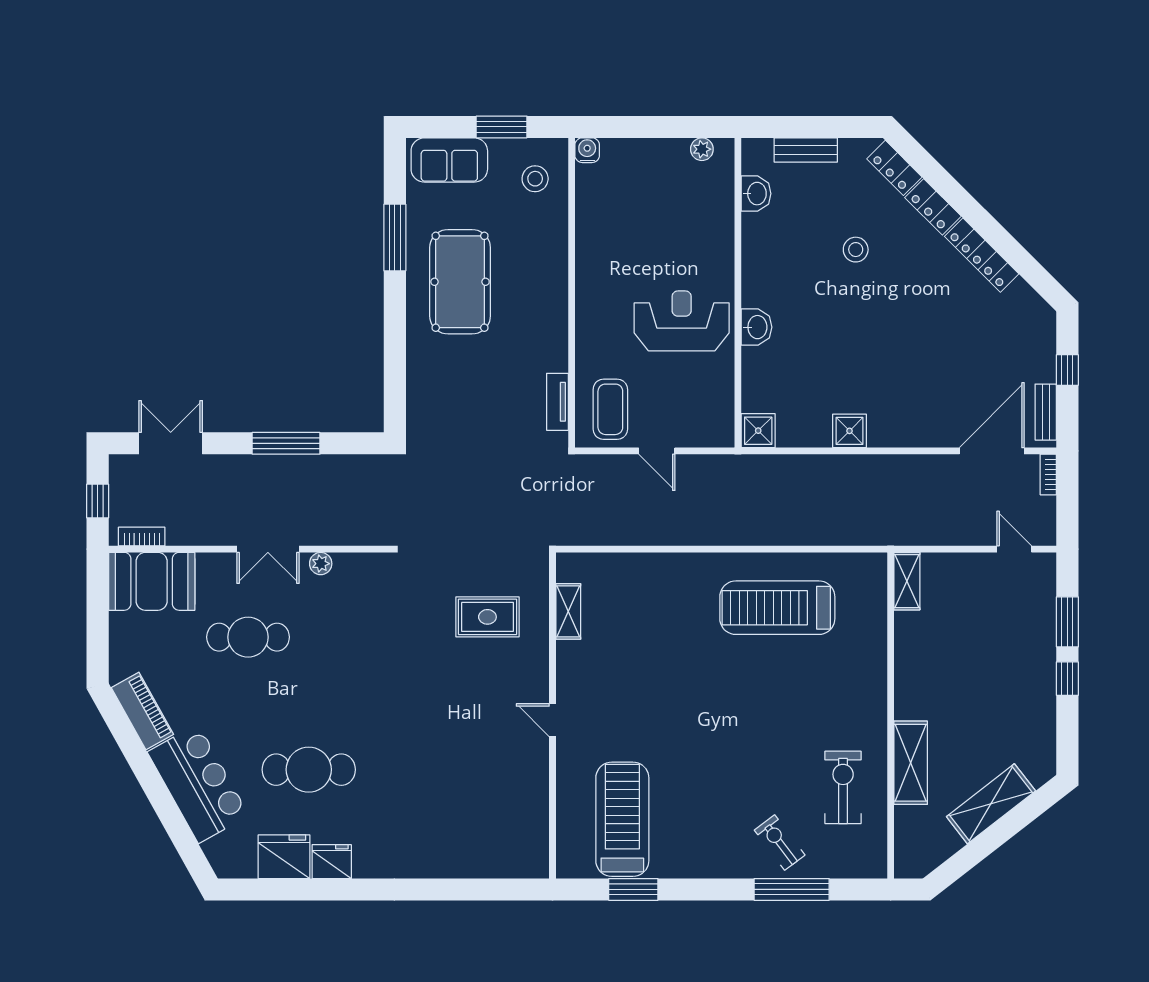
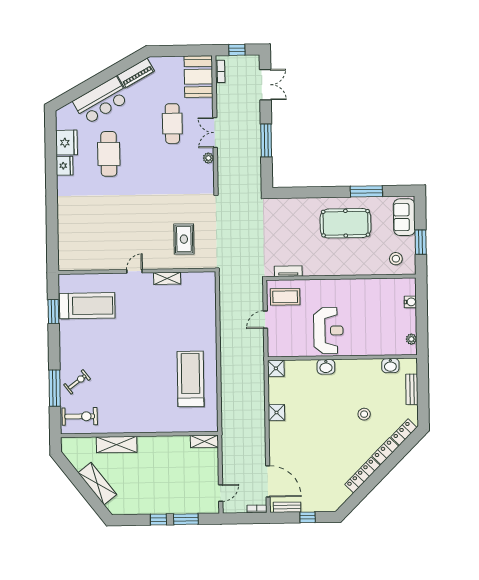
water cooler: (587, 150) -> (410, 302), moved
shelving: (568, 611) -> (167, 278), moved
exercise bike: (843, 787) -> (80, 416), moved

